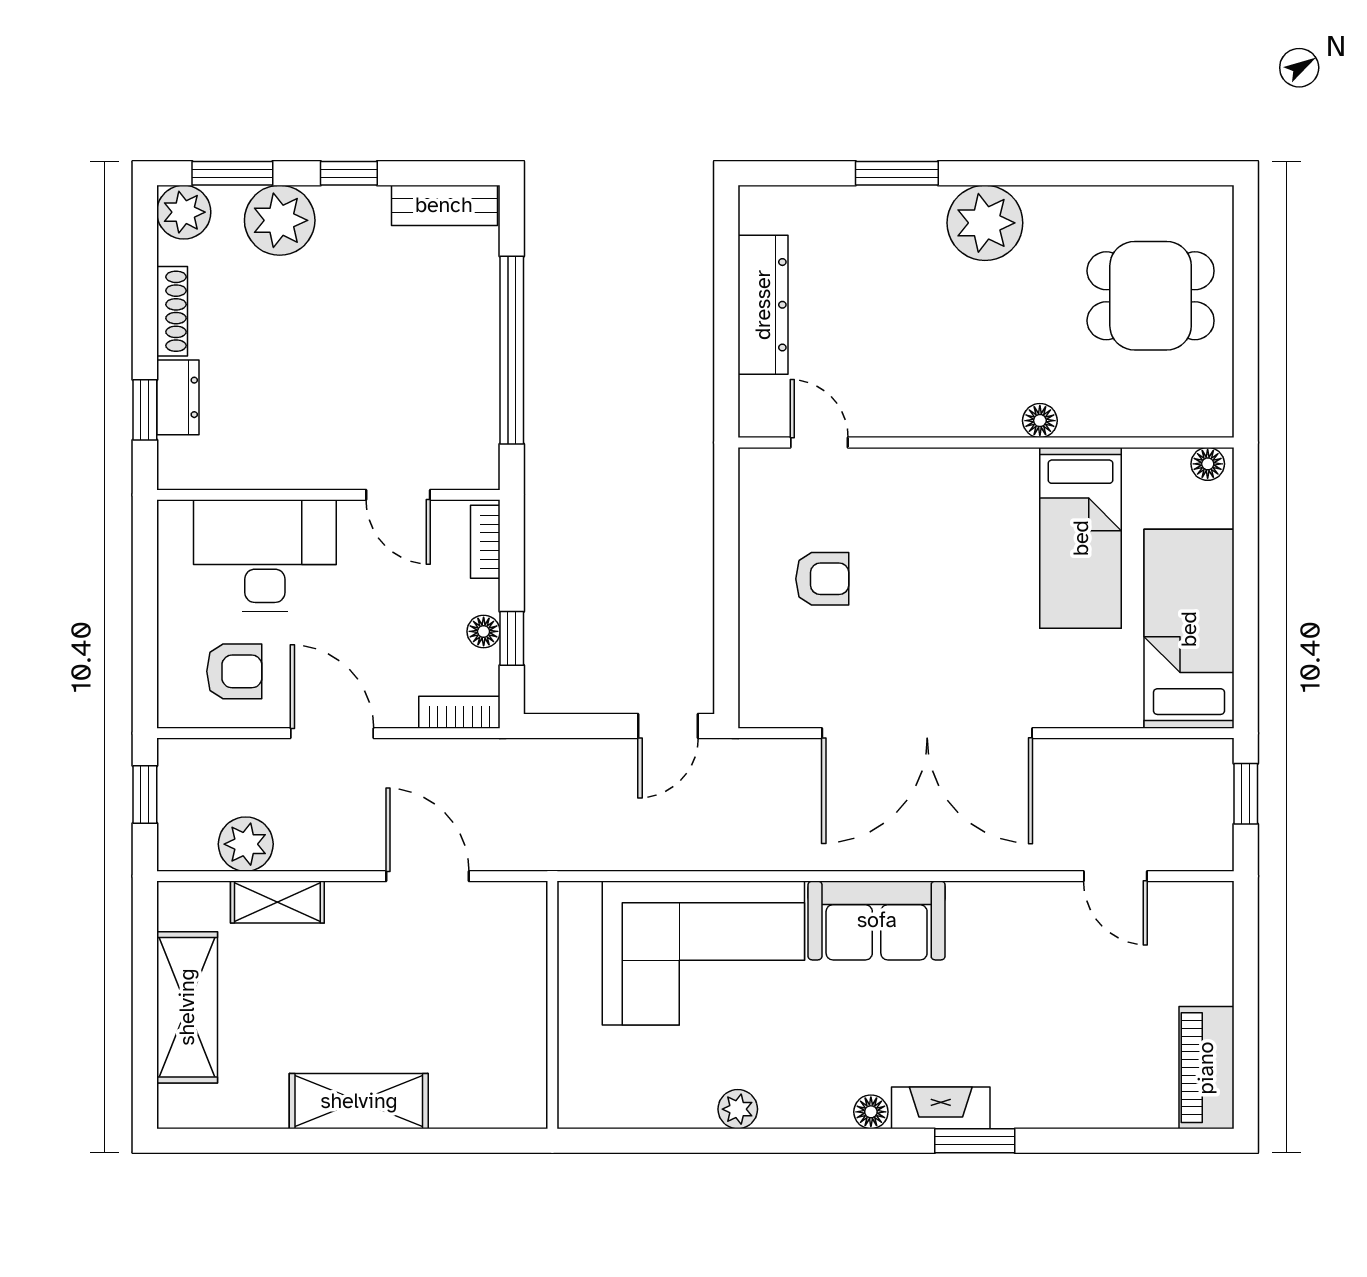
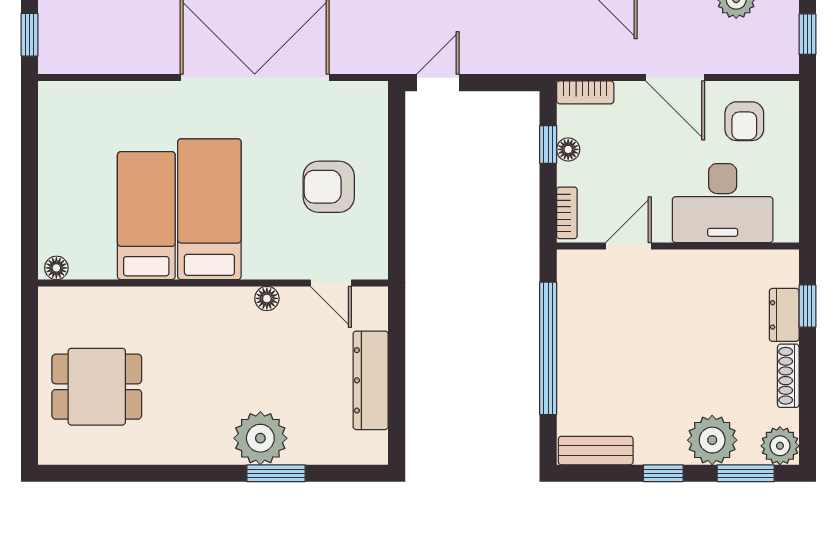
plant: (985, 223) -> (260, 438), moved
floor lamp: (1040, 421) -> (267, 298), moved
door: (398, 495) -> (628, 246), hinge flipped
armchair: (822, 579) -> (329, 187), width x1.38, depth x1.38
bed: (1189, 629) -> (209, 209), moved, turned 180
armchair: (234, 671) -> (744, 121), turned -90

